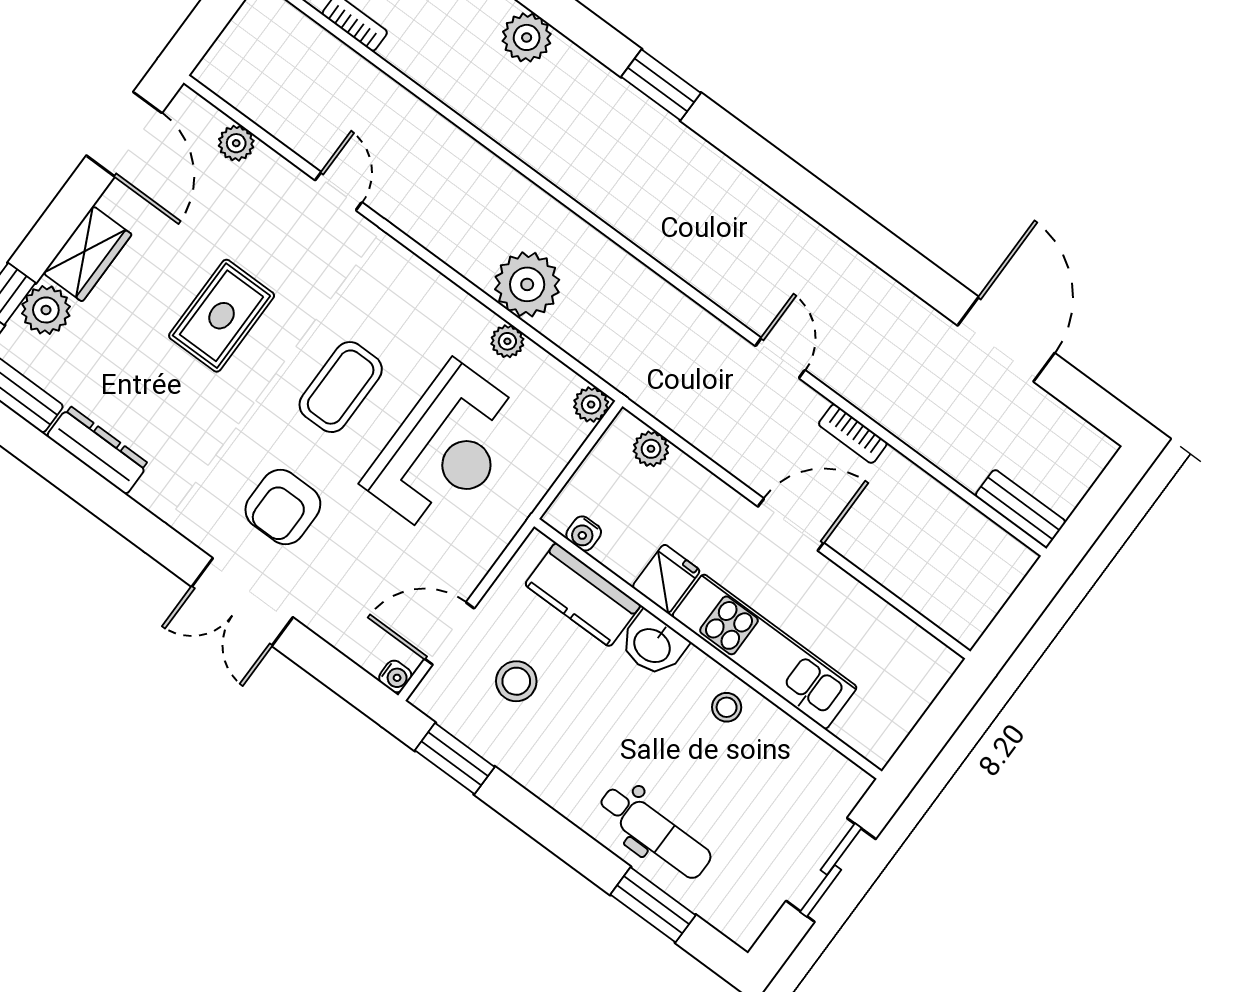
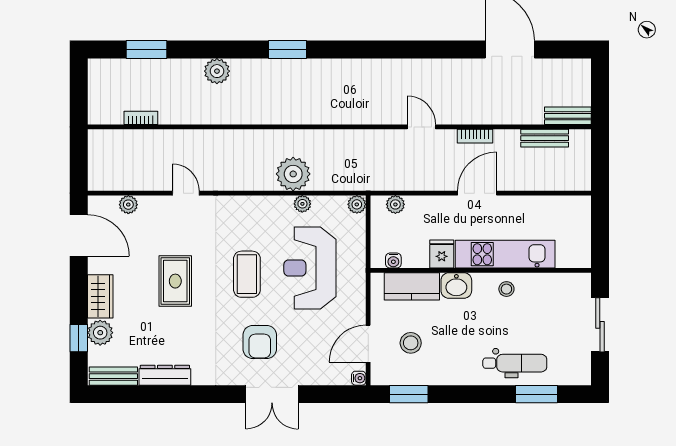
reception desk: (446, 450) -> (310, 268), turned 180
bench: (959, 517) -> (545, 138), added

